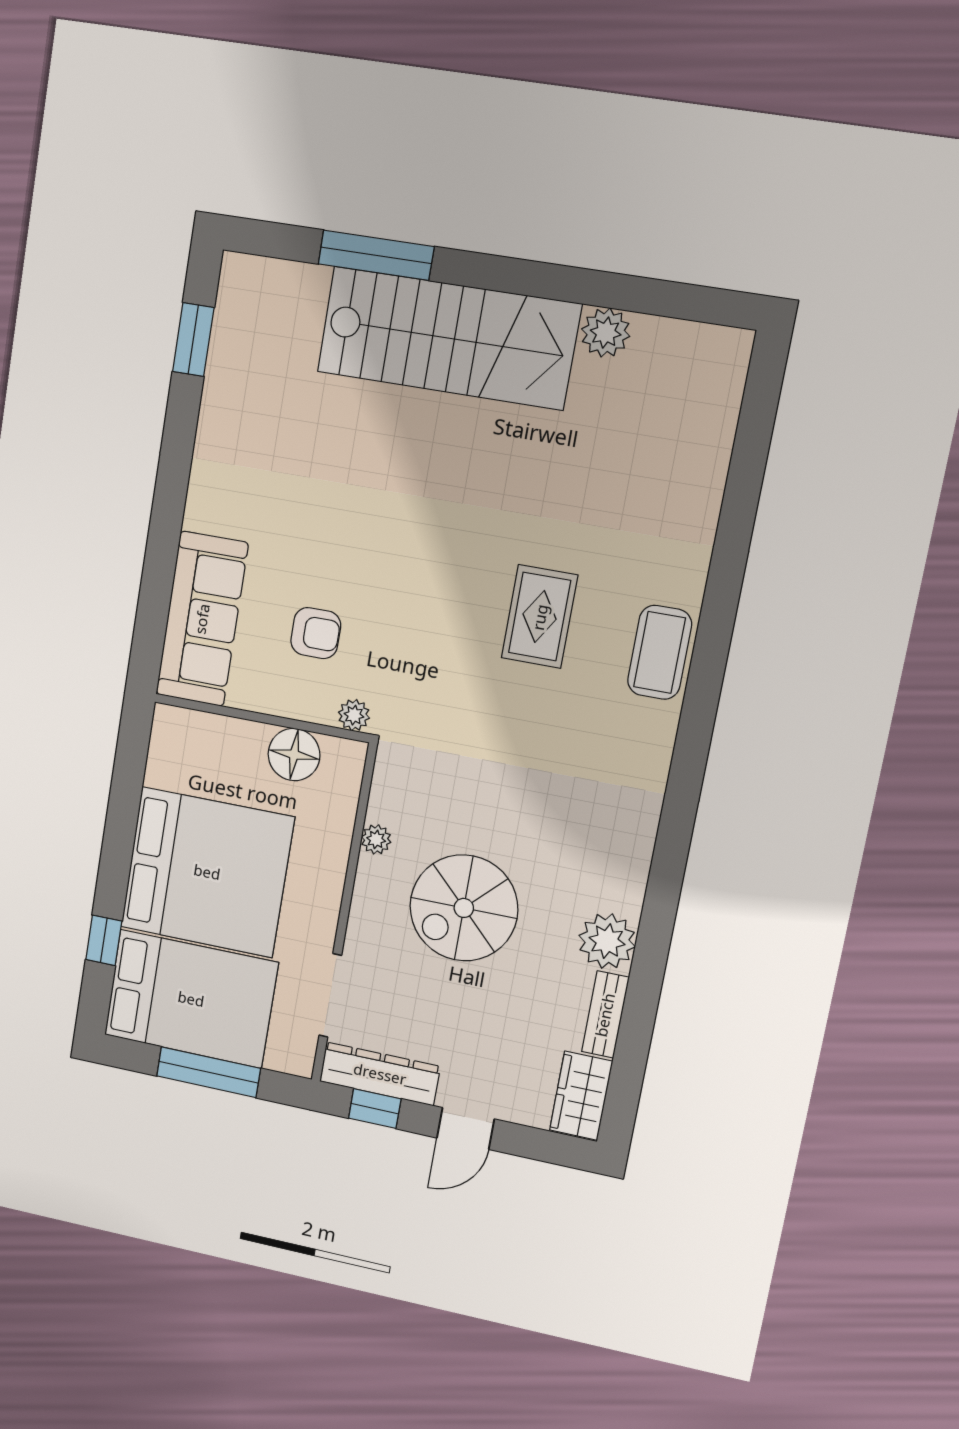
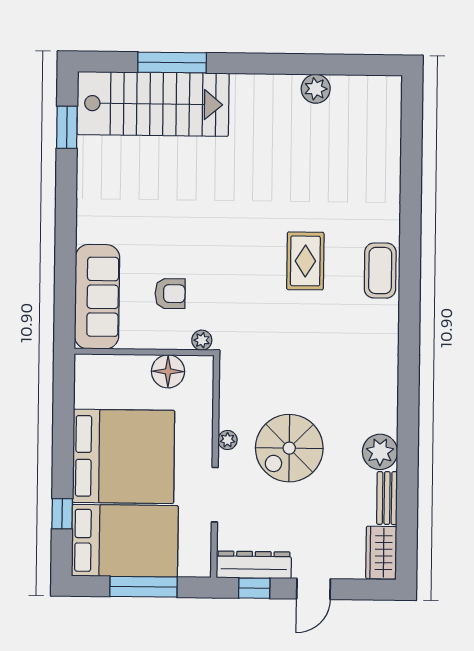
stairs: (448, 338) -> (153, 104), moved
plant: (376, 839) -> (228, 440), moved
doorway: (330, 995) -> (215, 495), moved

